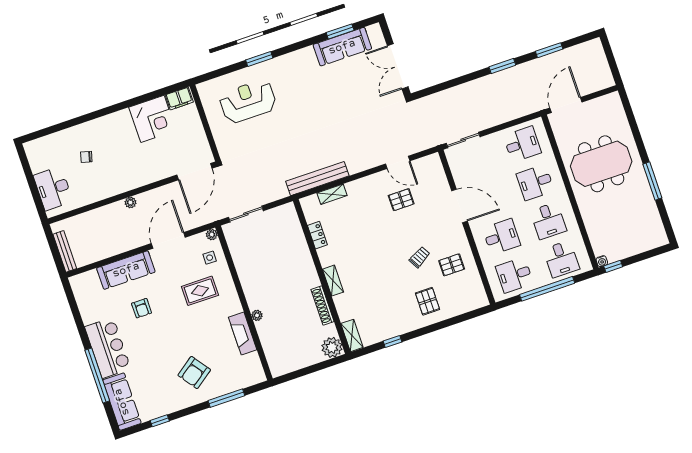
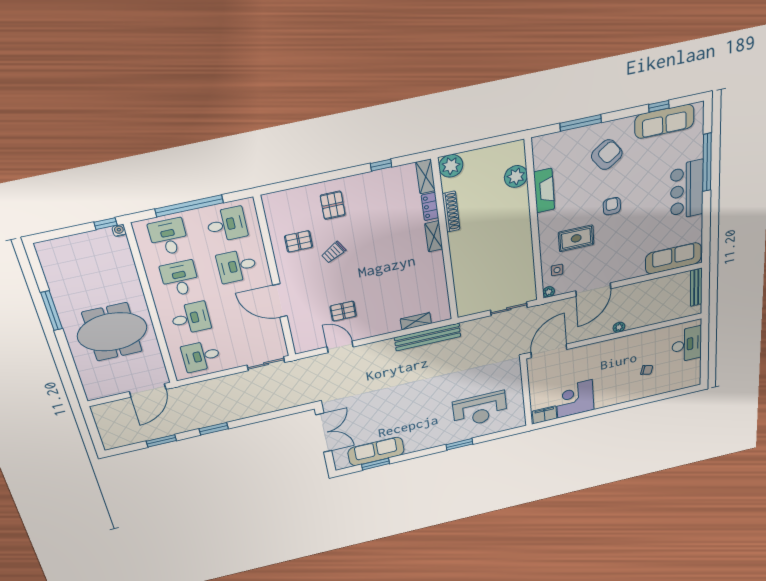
locker: (317, 235) -> (430, 206), moved
sofa: (126, 270) -> (673, 258), moved
armchair: (142, 308) -> (612, 206), moved
plant: (257, 315) -> (516, 177), moved, width x1.87, depth x1.87
sofa: (122, 402) -> (664, 121), moved, turned -90

